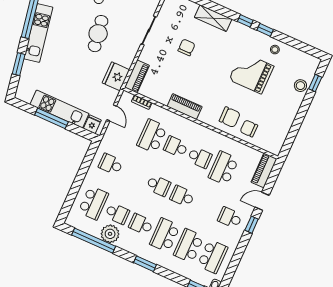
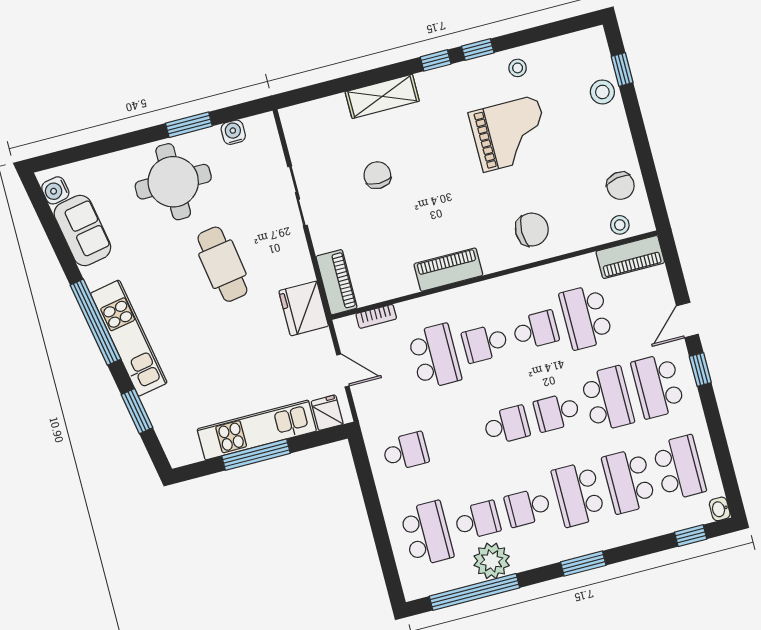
grand piano: (251, 73) -> (510, 134), turned 180
chair: (249, 128) -> (621, 186), moved, turned -101
school desk: (152, 136) -> (435, 356), turned 180
stool: (266, 143) -> (620, 225), added
school desk: (111, 164) -> (406, 451), turned 180
piano: (264, 170) -> (630, 257), moved, turned -90
school desk: (206, 207) -> (607, 399), added
school desk: (230, 218) -> (658, 386), width x1.85

